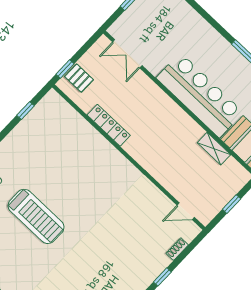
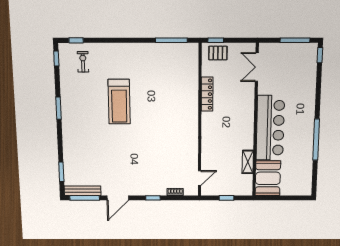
pallet: (79, 78) -> (218, 53), turned 90
window: (26, 111) -> (171, 40), width x2.17
door: (186, 211) -> (200, 178), swing flipped

